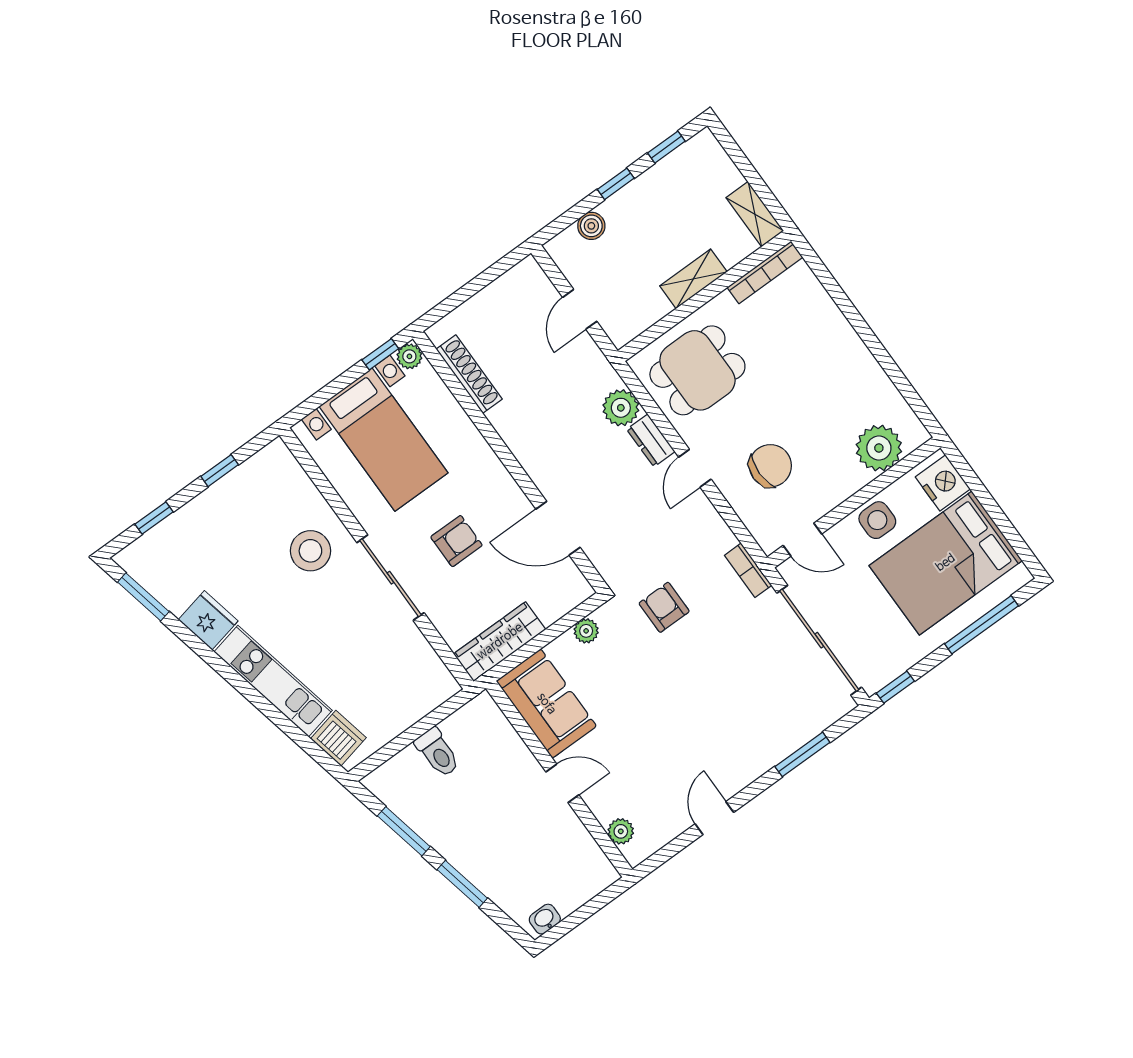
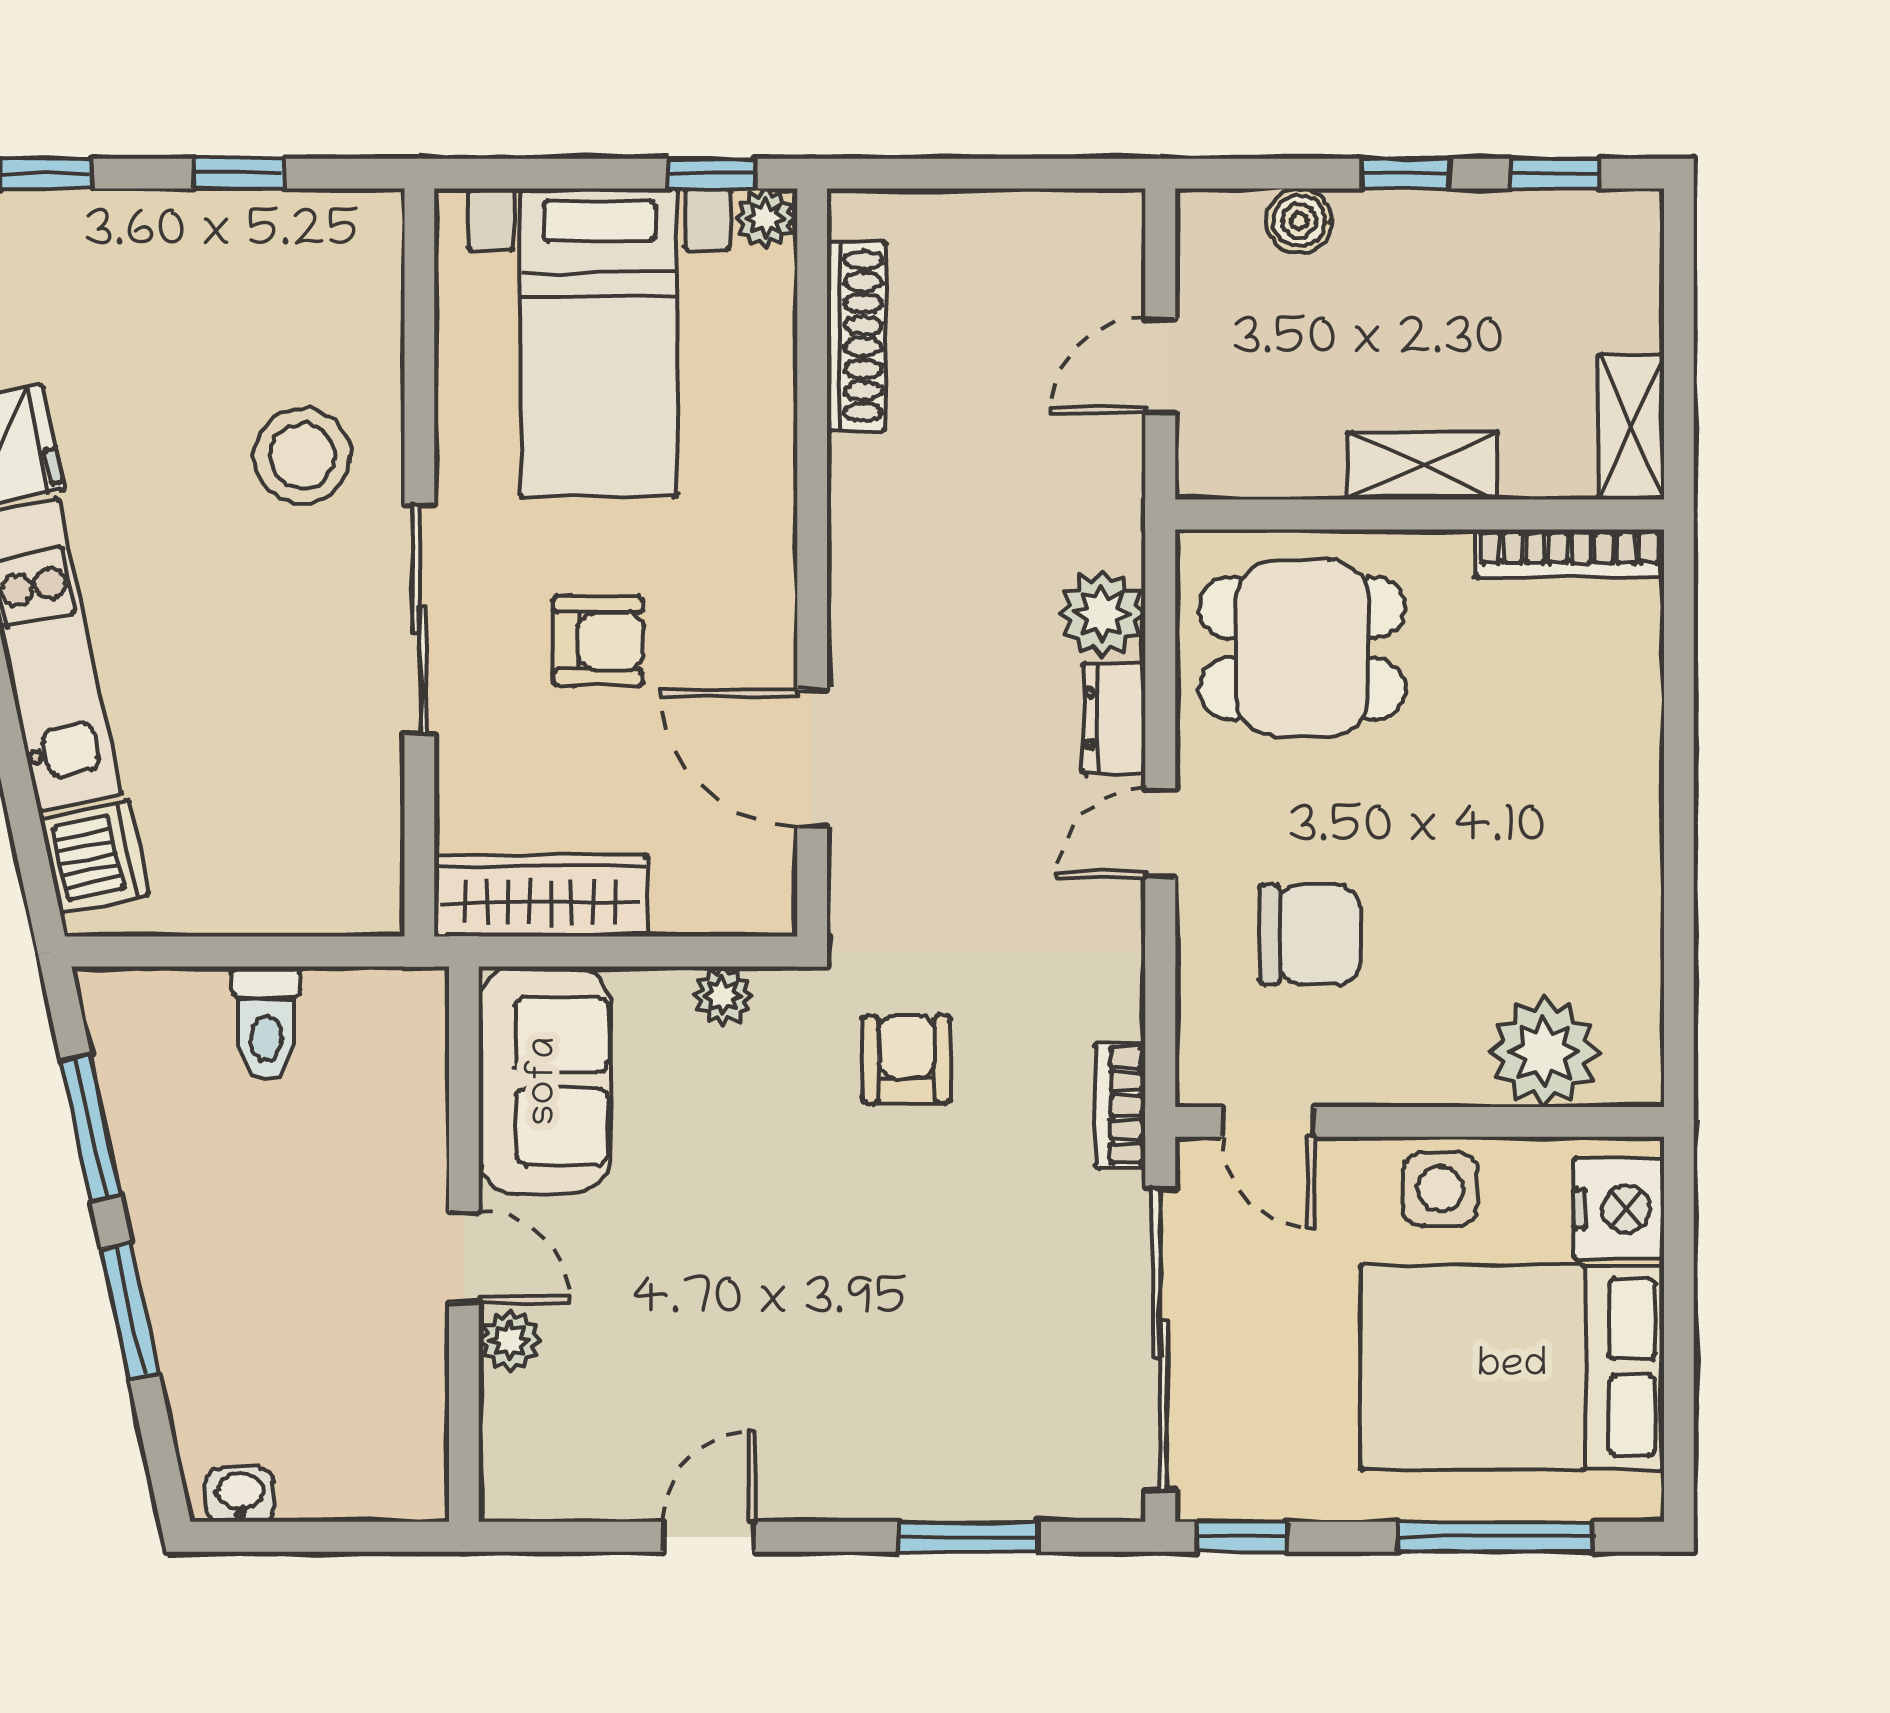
plant: (621, 831) -> (510, 1341), moved

